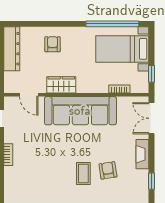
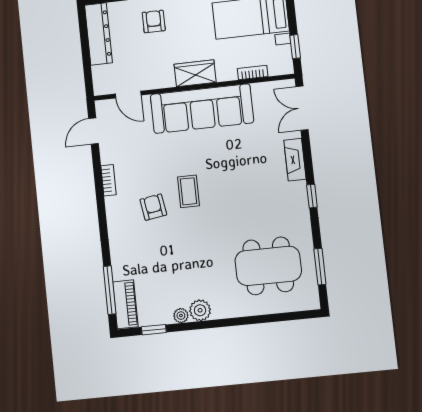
wardrobe: (61, 85) -> (195, 73), moved
armchair: (108, 170) -> (153, 207), moved
coffee table: (83, 173) -> (189, 191), moved

